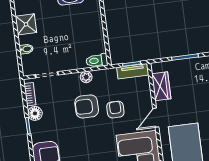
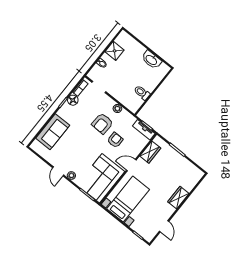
toilet: (97, 61) -> (142, 93), moved
armchair: (87, 106) -> (102, 124), turned -88

